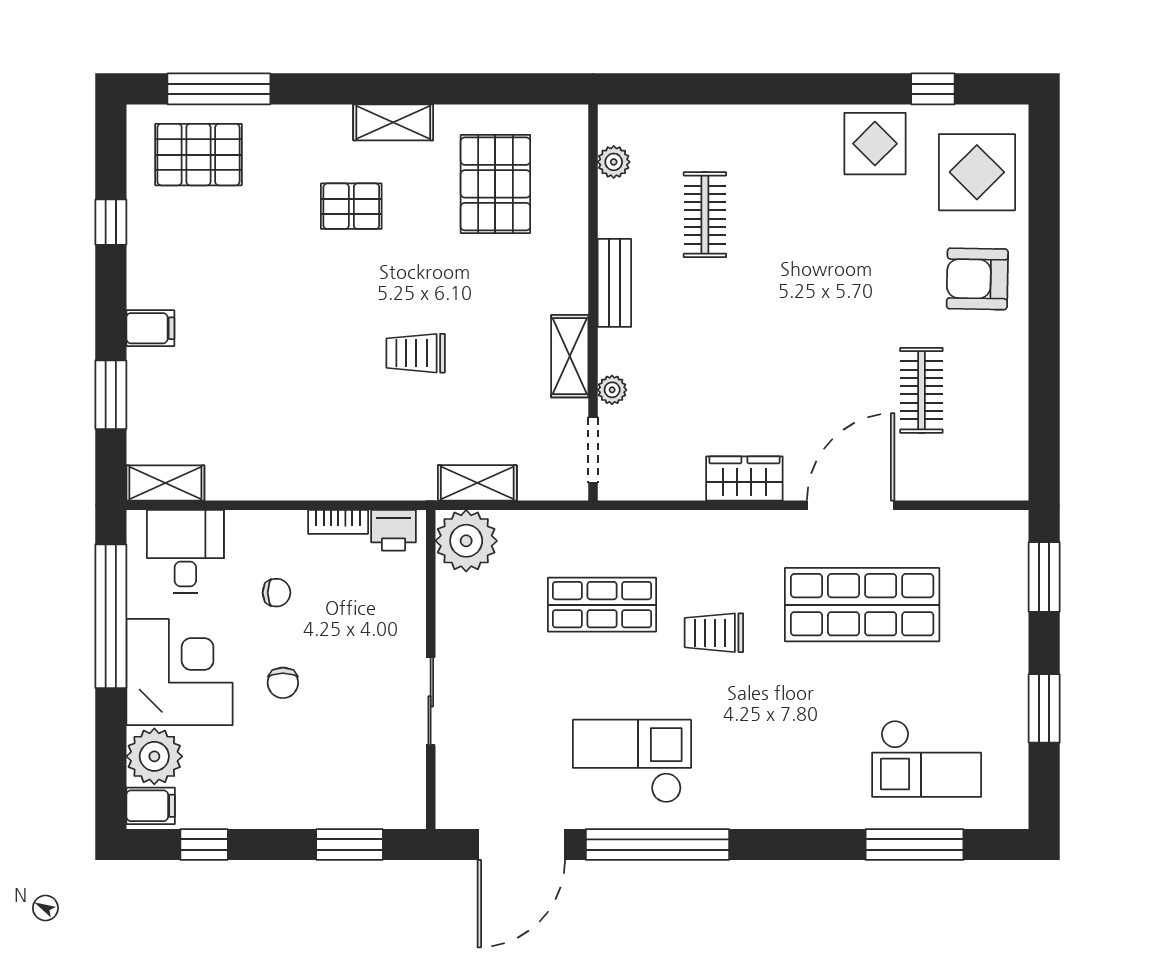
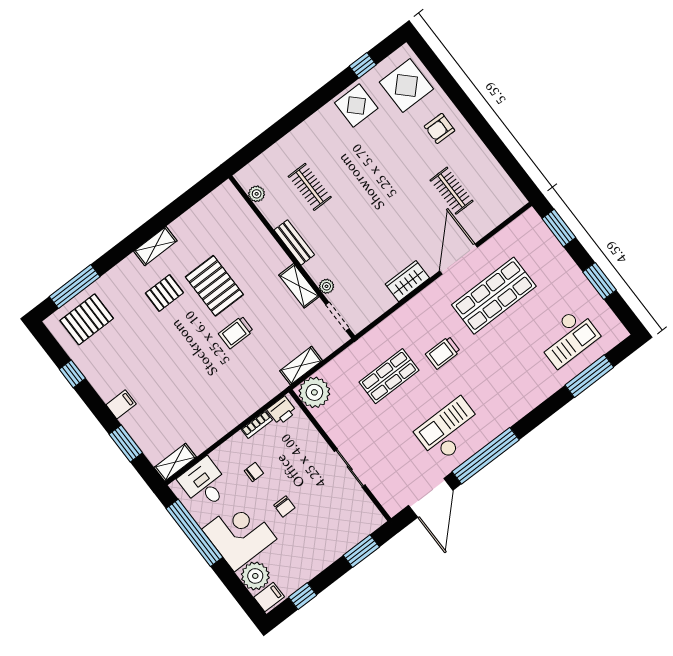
pallet: (495, 184) -> (214, 286), moved
armchair: (977, 279) -> (440, 128), width x0.72, depth x0.72

